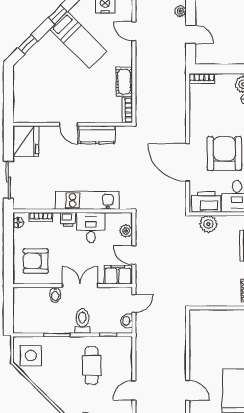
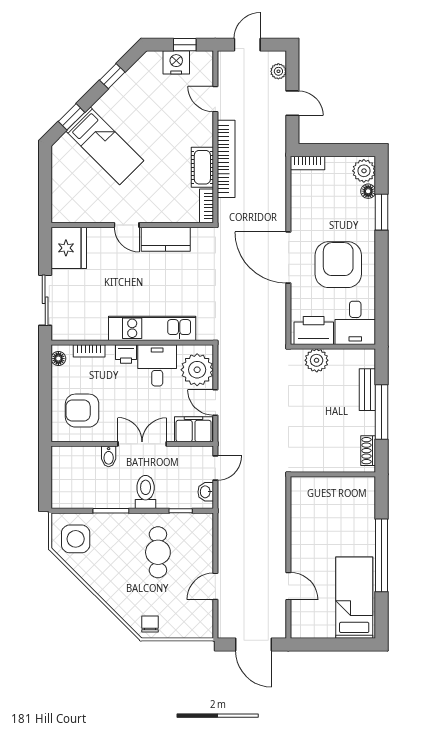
bed: (78, 40) -> (105, 146), moved
bookcase: (142, 75) -> (226, 159), added
door: (188, 162) -> (288, 258), moved
plant: (126, 231) -> (197, 370), width x1.88, depth x1.88

